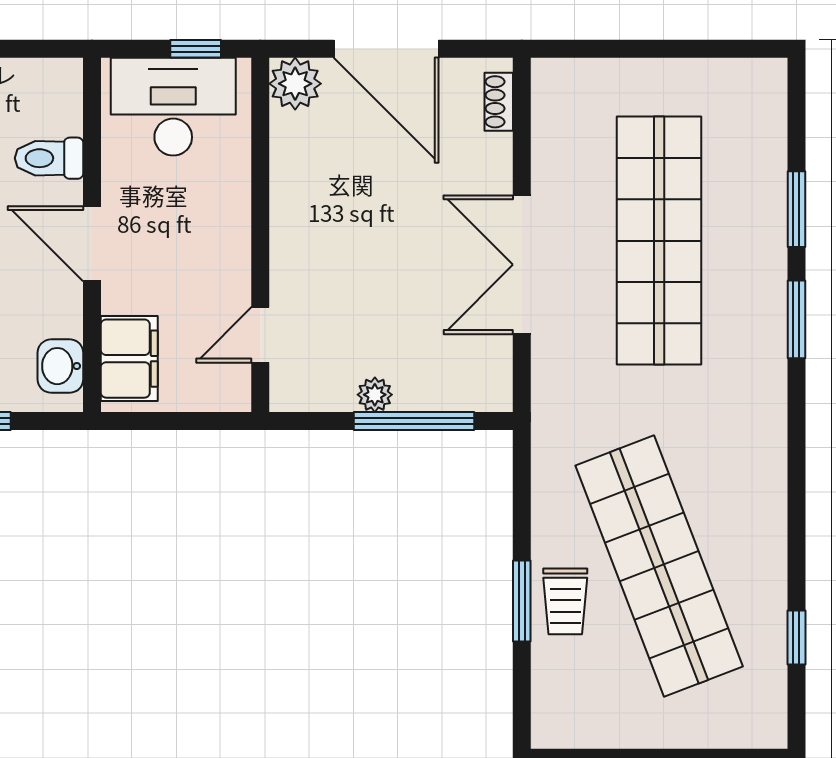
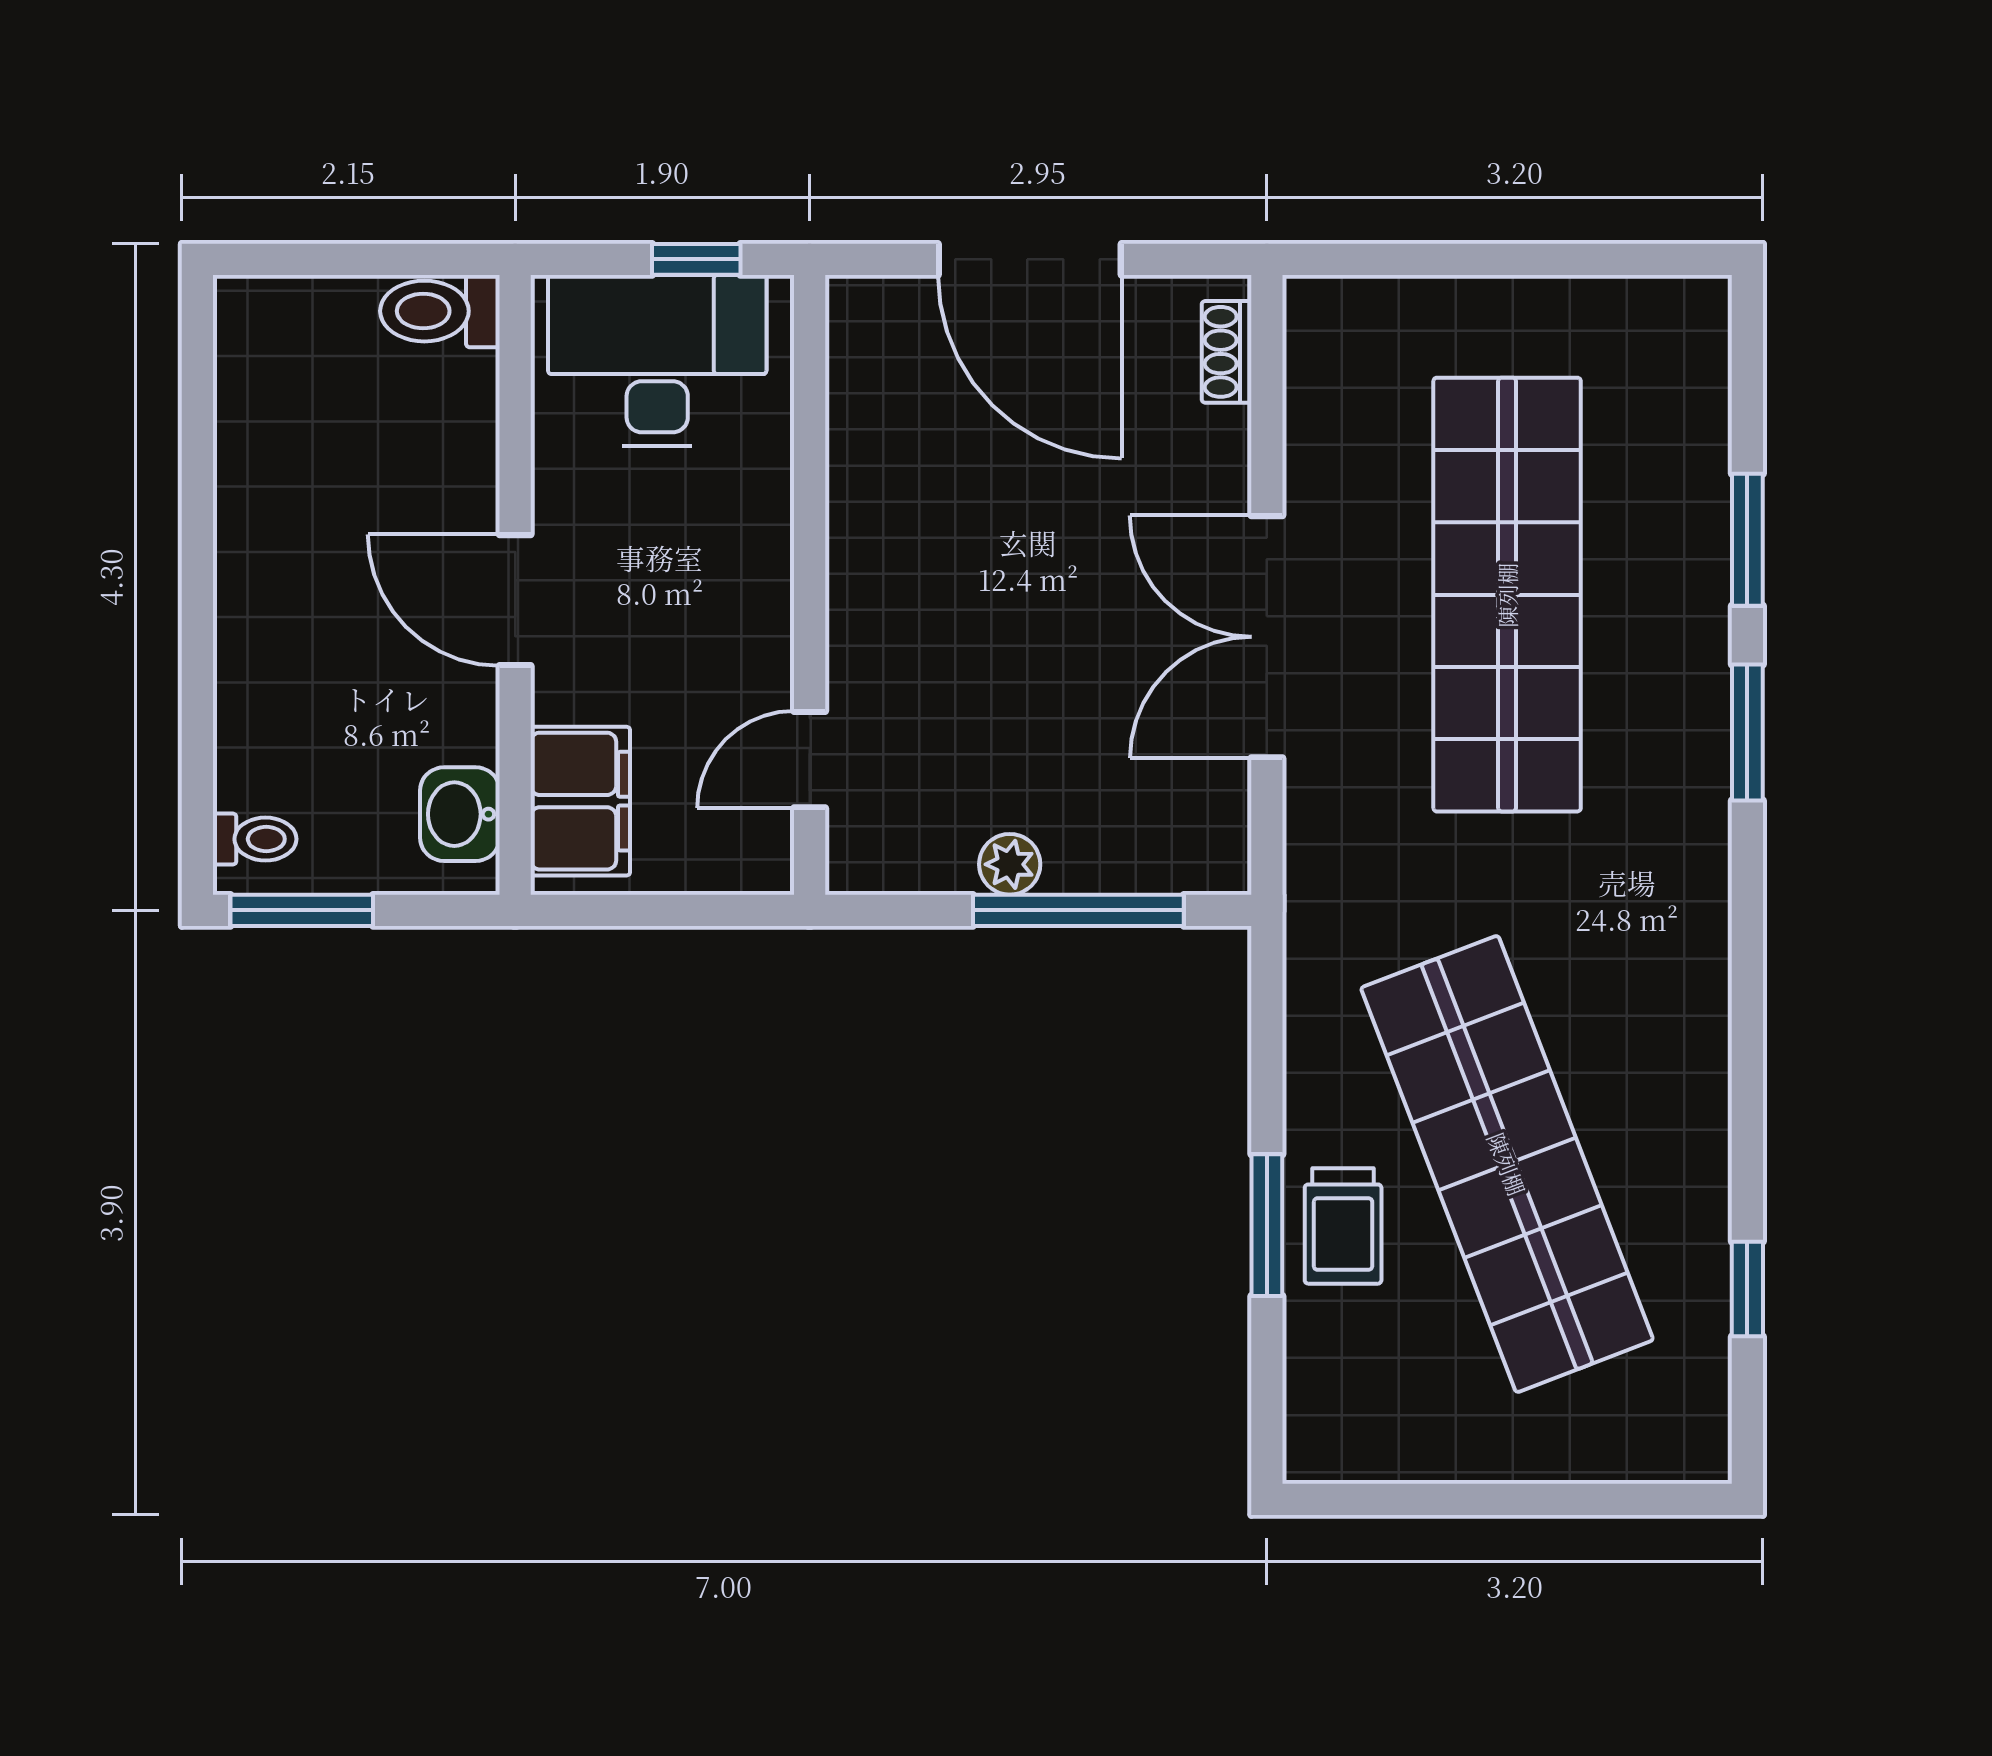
plant: (295, 84) -> (870, 320), removed
toilet: (49, 158) -> (440, 311), moved

